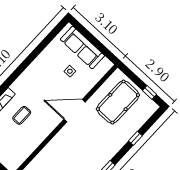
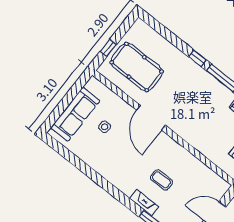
window: (150, 92) -> (108, 48), moved
window: (135, 138) -> (197, 58), moved

